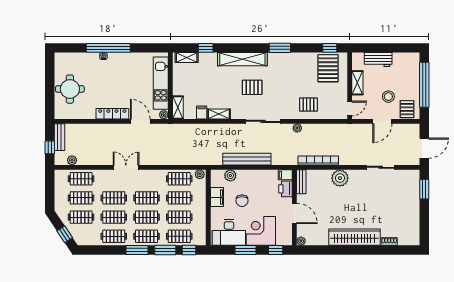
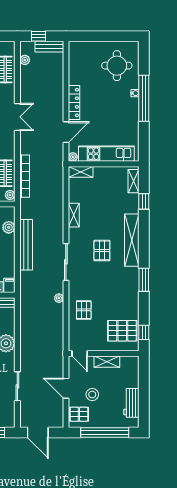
workbench: (378, 60) -> (131, 403), moved
round table: (70, 89) -> (117, 66), moved
filing cabinet: (202, 112) -> (75, 197), removed
bookcase: (318, 160) -> (25, 176), moved

